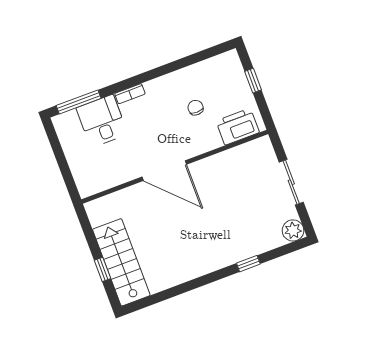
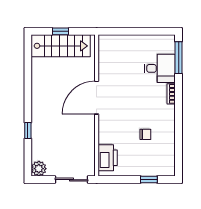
printer: (238, 127) -> (108, 158), moved
wall: (175, 167) -> (97, 105), moved
door: (164, 171) -> (97, 98), moved

